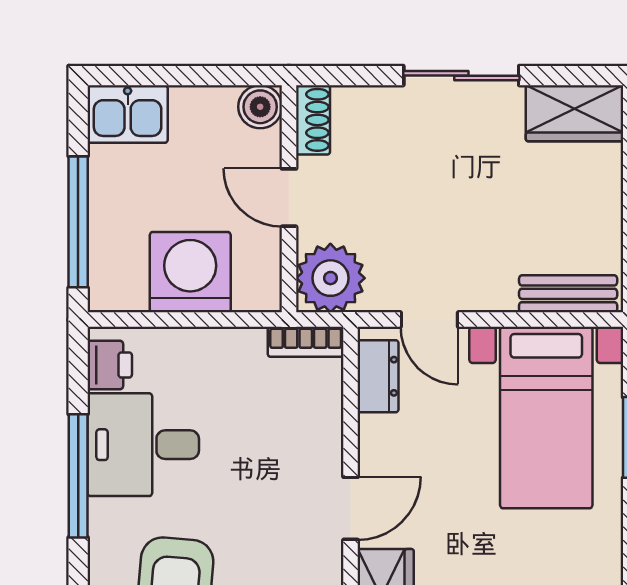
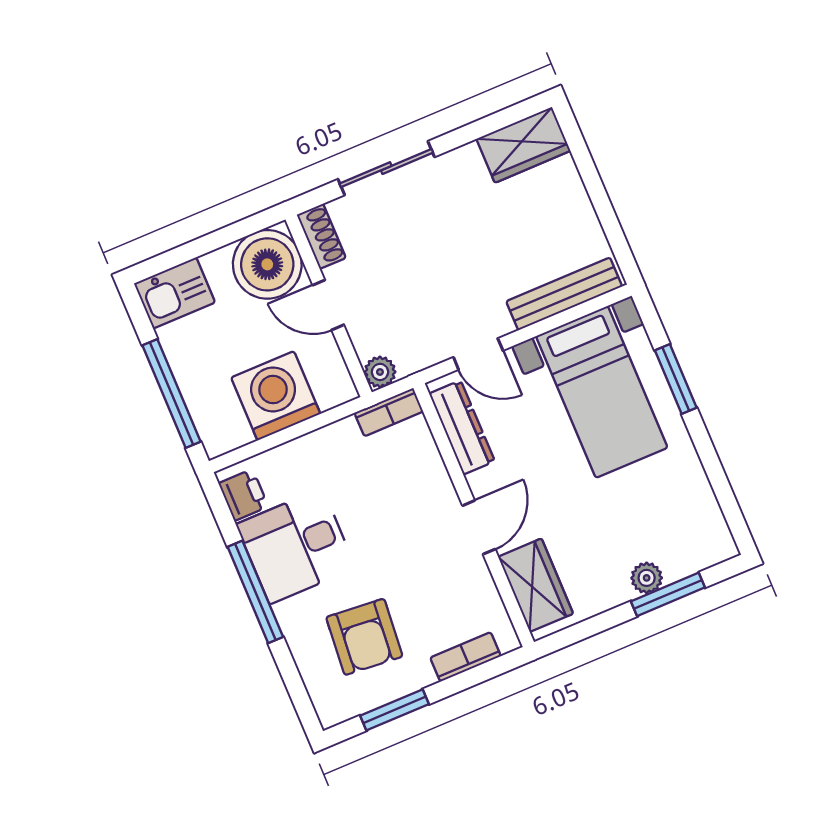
sliding door: (461, 76) -> (386, 168), moved
boiler: (260, 107) -> (267, 264), width x1.86, depth x1.86
plant: (330, 278) -> (380, 372), width x0.53, depth x0.53
bench: (568, 294) -> (564, 294), width x1.36
dresser: (378, 376) -> (462, 427), width x1.44

